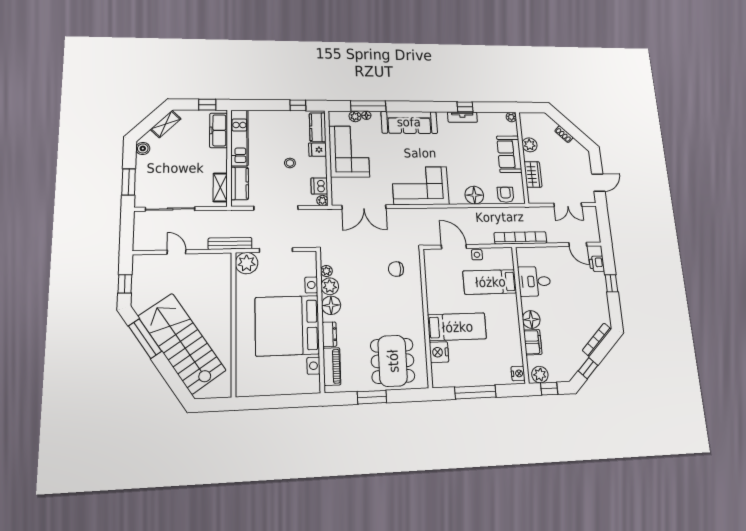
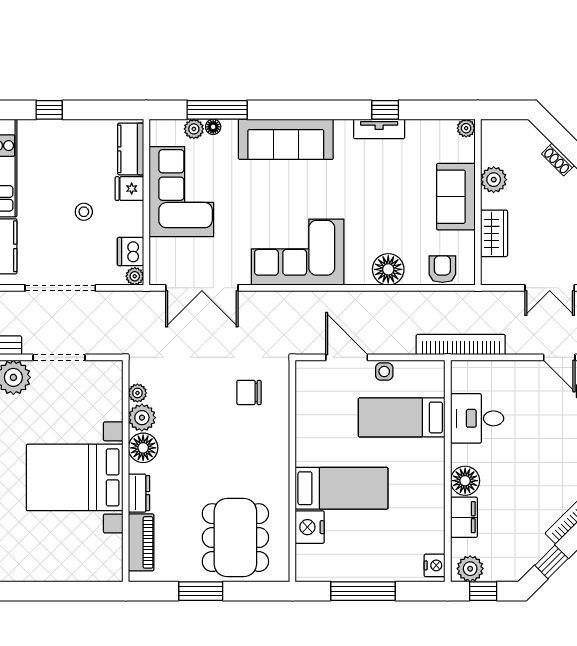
window: (298, 105) -> (49, 110), moved
bed with nightstands: (287, 326) -> (75, 477), width x0.73

